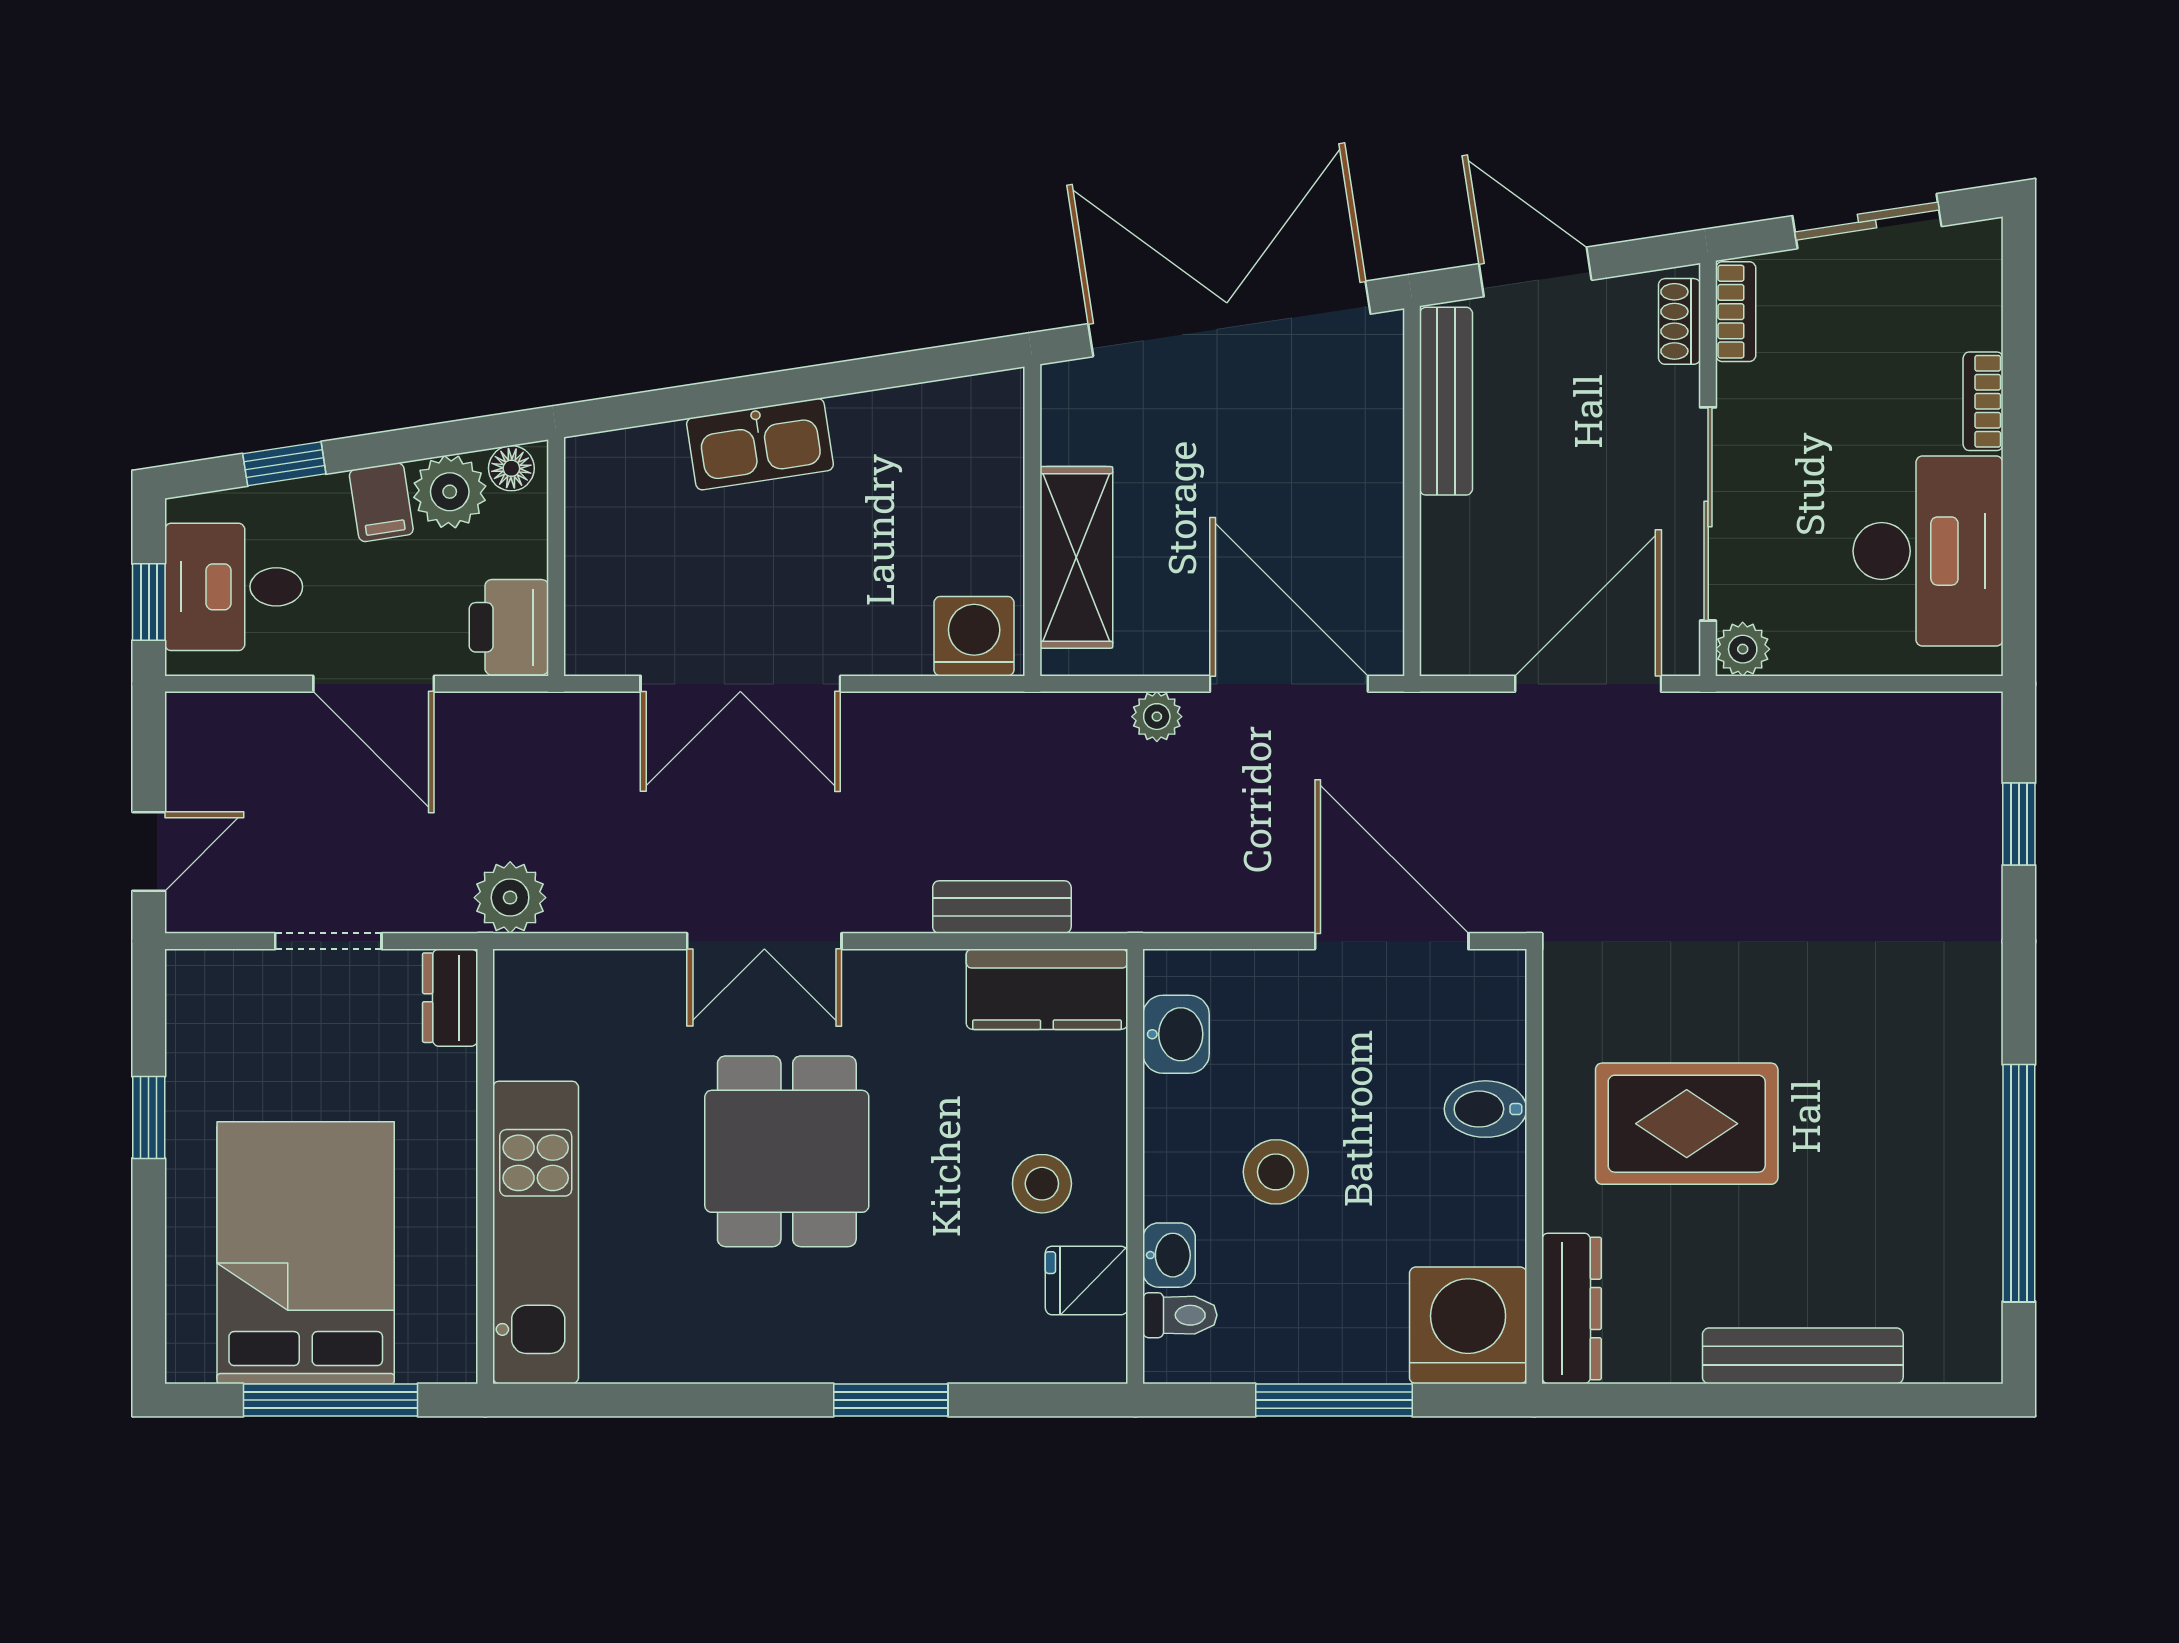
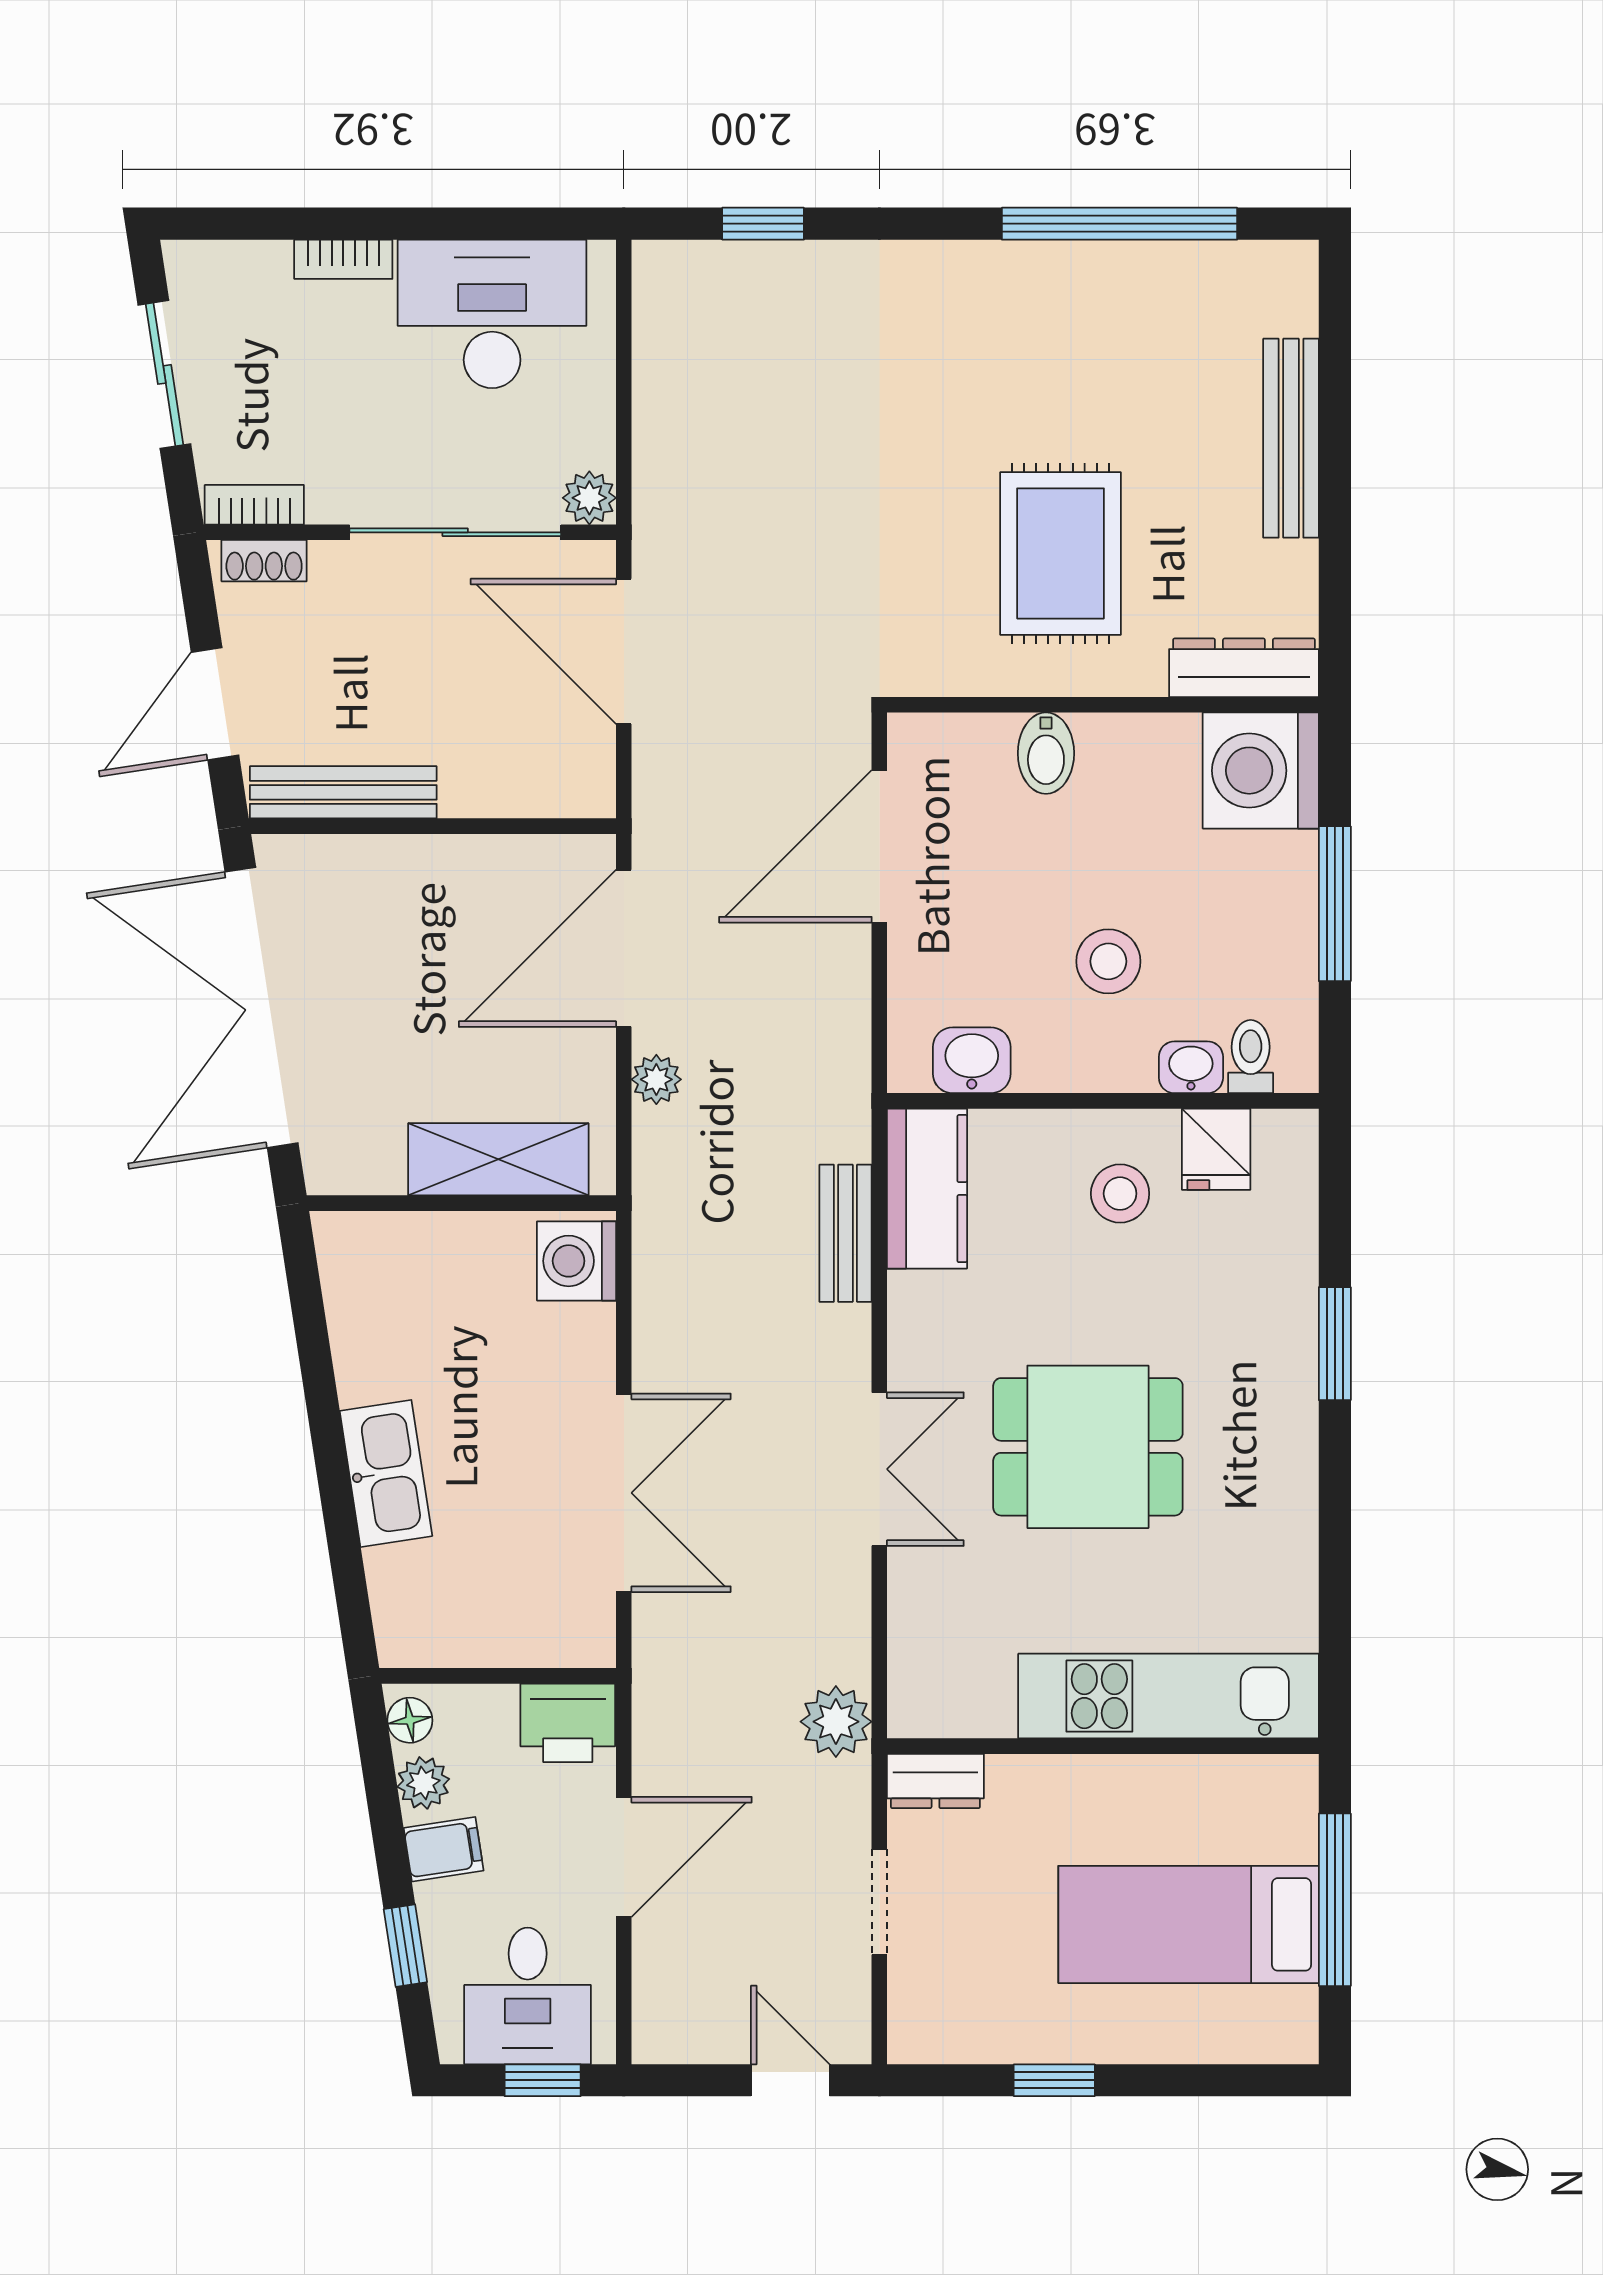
plant: (450, 492) -> (423, 1783), width x0.73, depth x0.73
bed: (306, 1253) -> (1189, 1924), width x0.67

